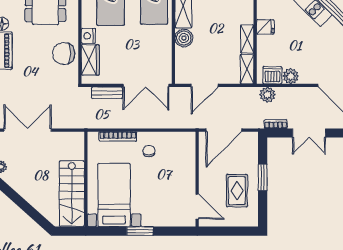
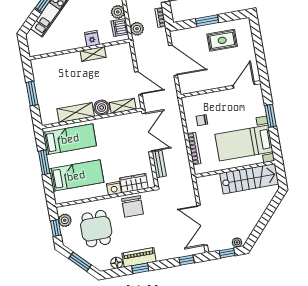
fridge: (265, 27) -> (92, 39), moved
shelving: (247, 69) -> (123, 106), moved
wall: (197, 179) -> (221, 89), moved
door: (197, 207) -> (244, 85), moved

